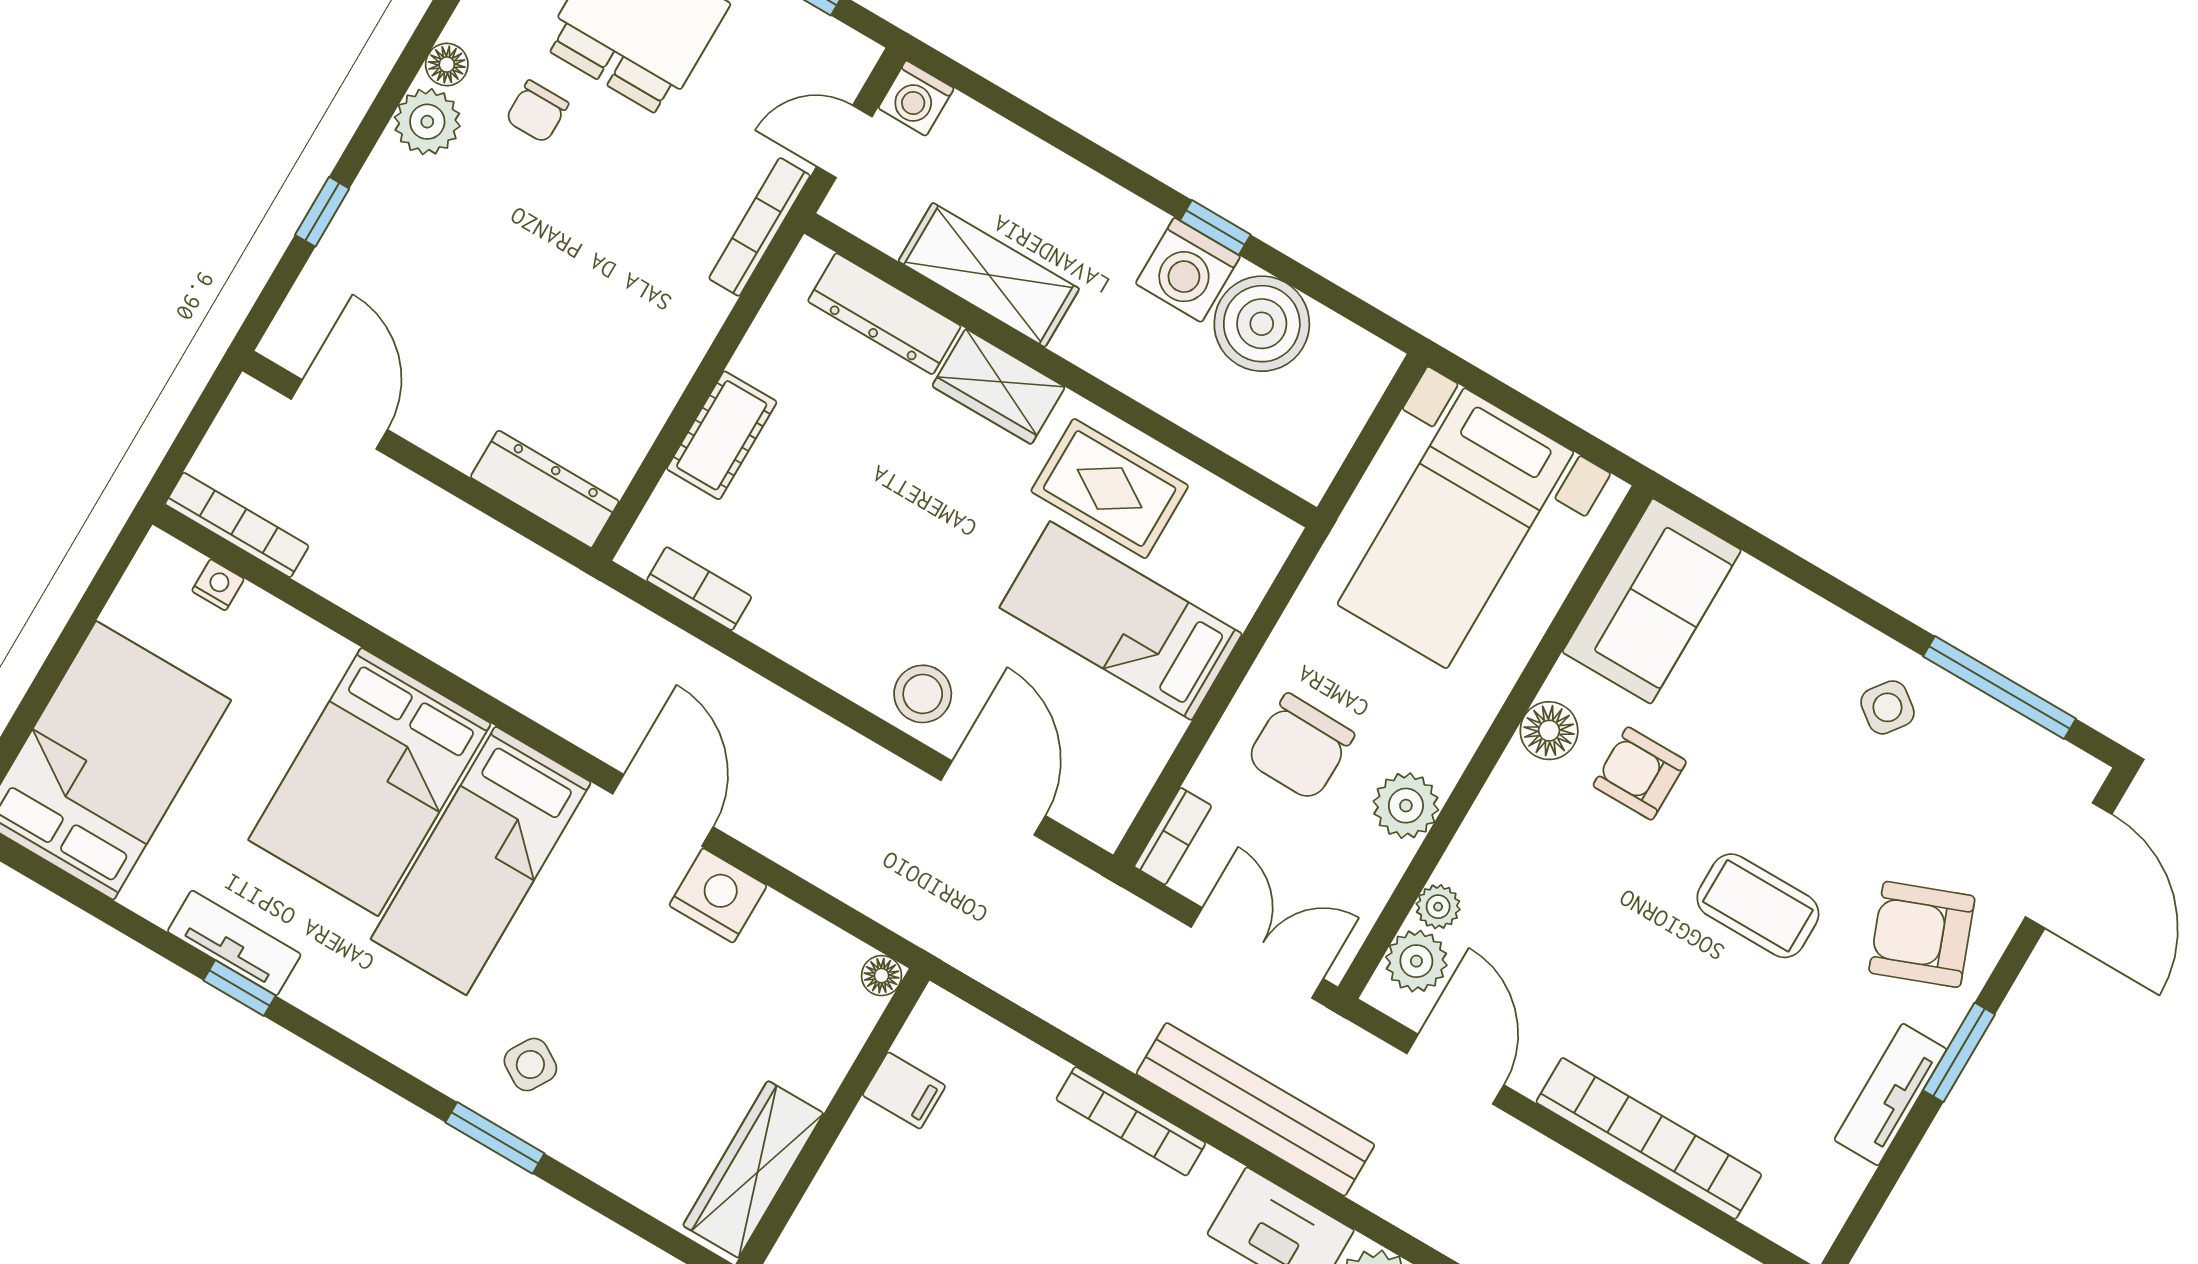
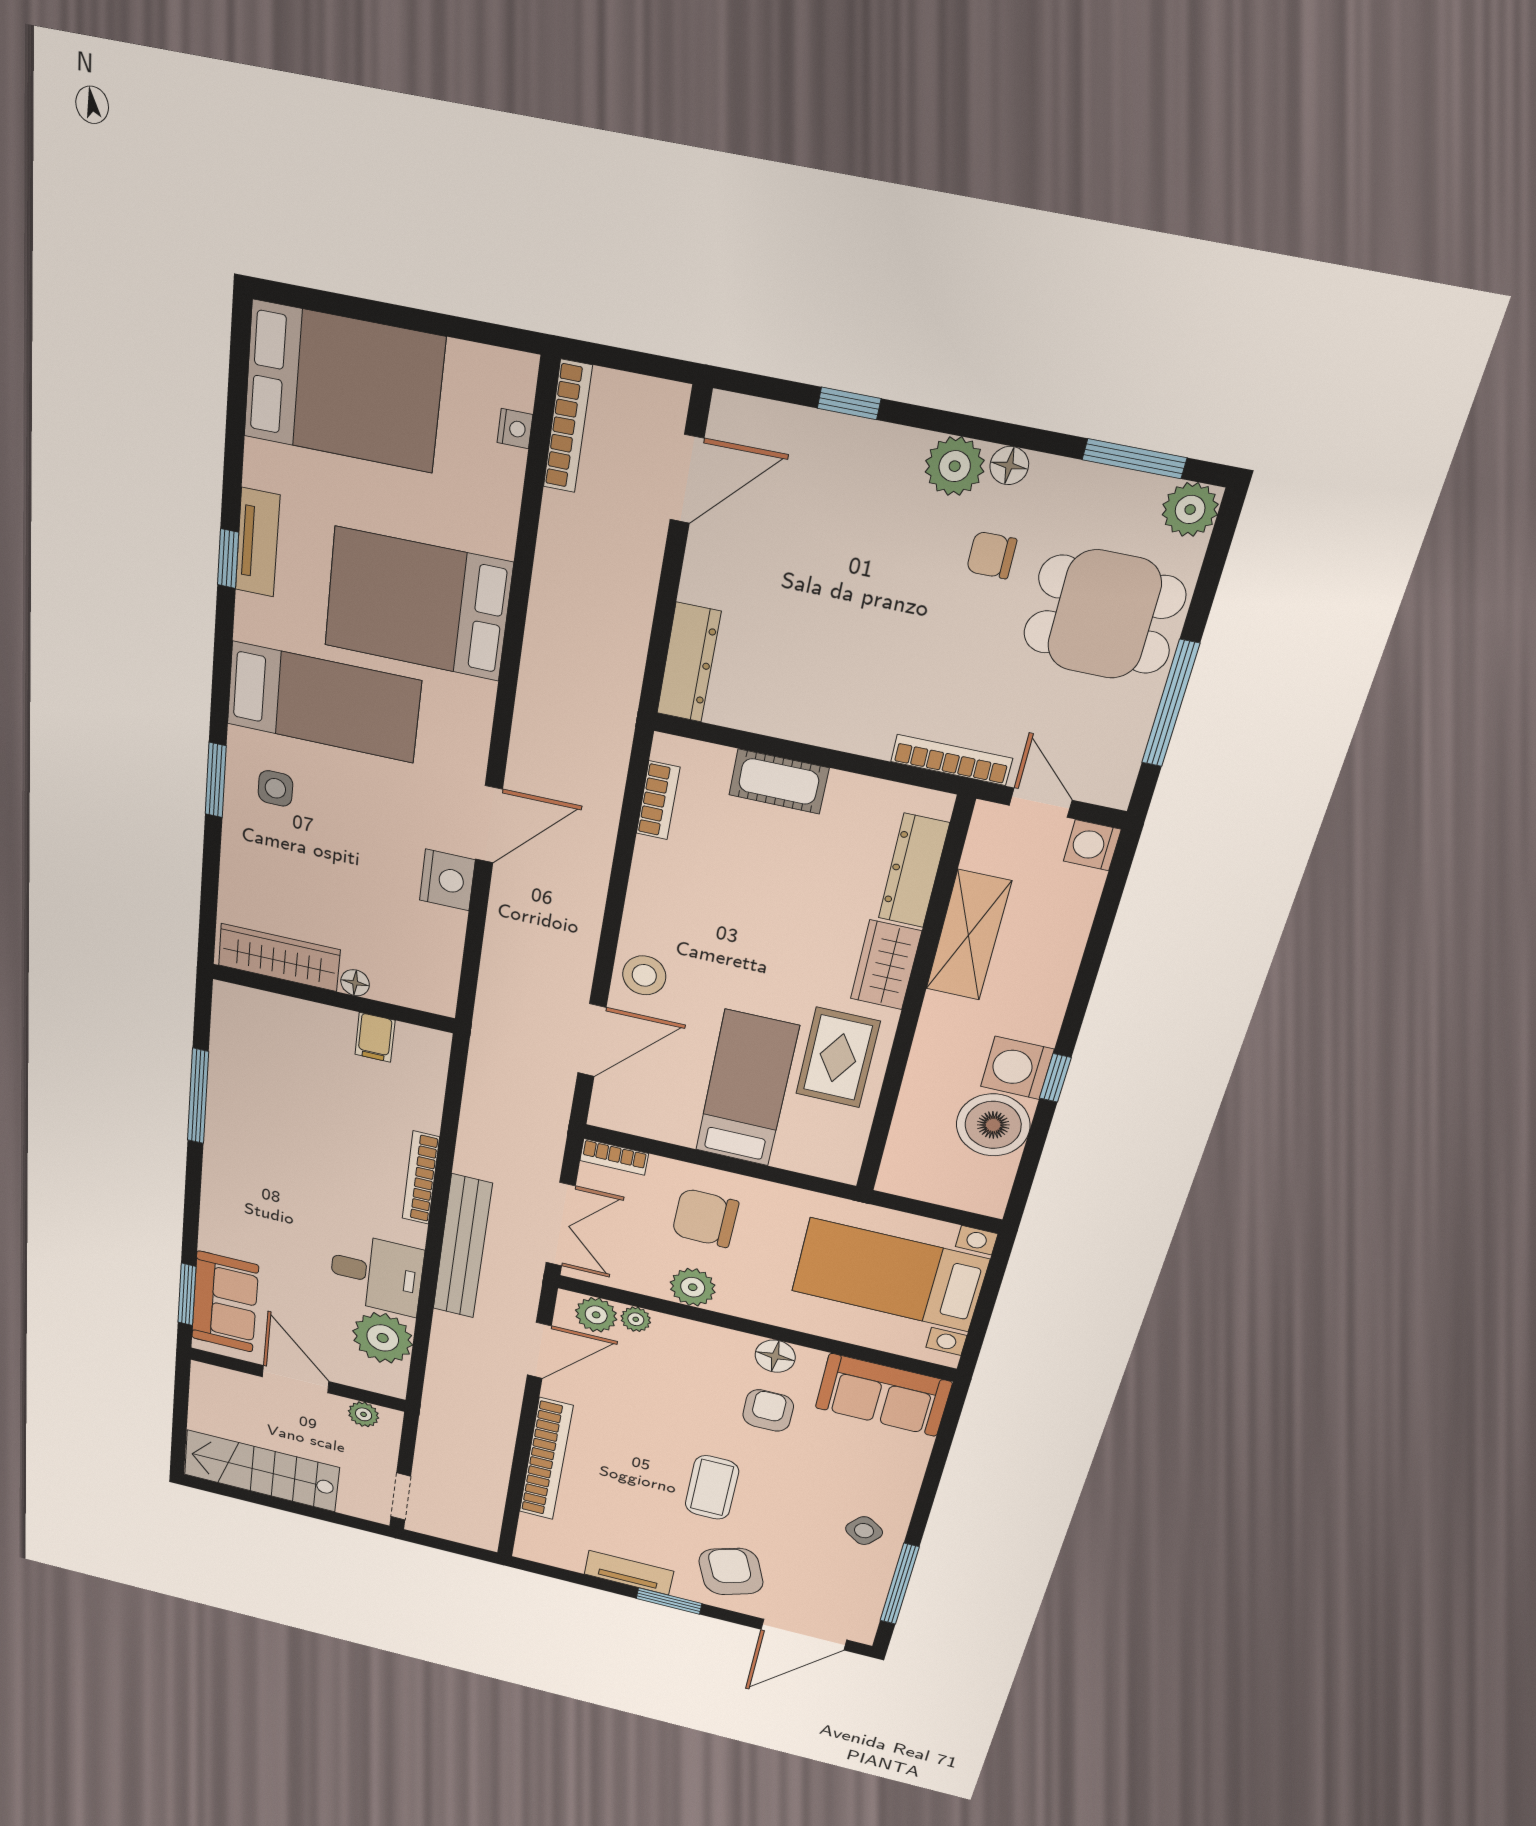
bed: (481, 861) -> (323, 702), moved, turned 180
floor lamp: (882, 976) -> (355, 983), moved
side table: (530, 1065) -> (275, 788), turned -31

